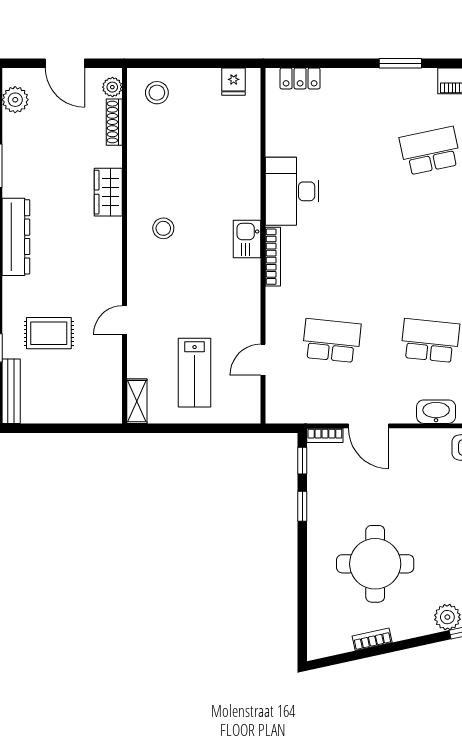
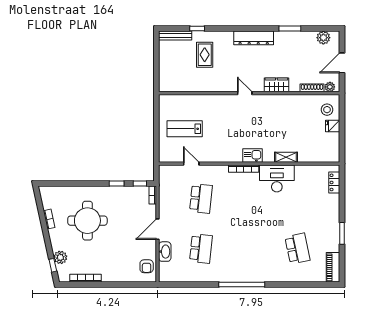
fridge: (234, 82) -> (333, 126), moved
stool: (163, 228) -> (258, 113), removed
door: (124, 320) -> (245, 93), moved
shelving: (137, 401) -> (286, 157), moved
door: (369, 426) -> (158, 229), moved

